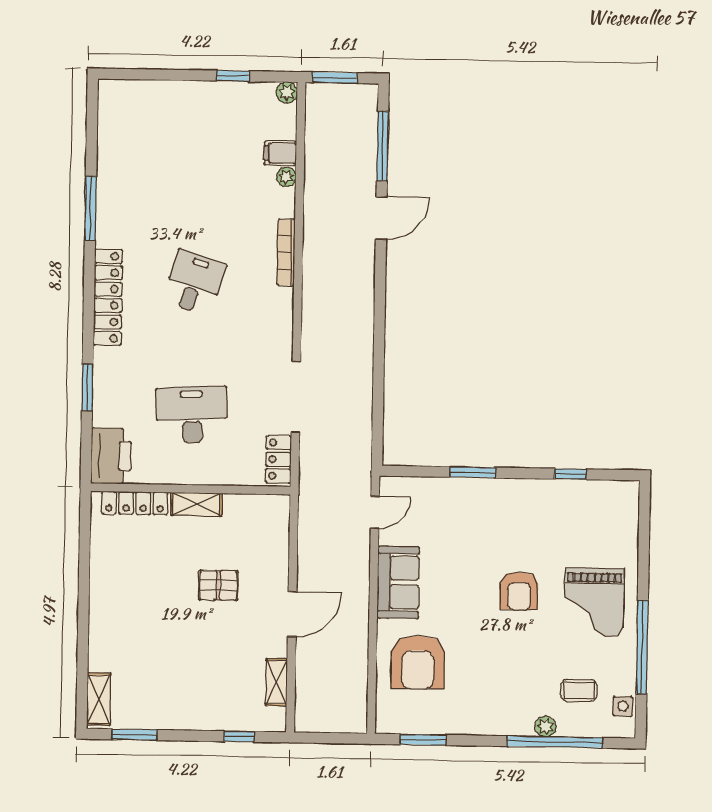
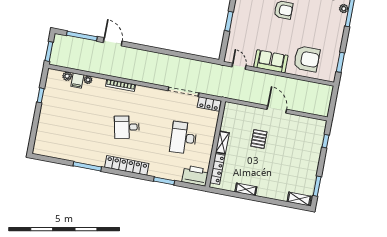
plant: (287, 92) -> (67, 76), moved
desk: (194, 283) -> (127, 127), turned -30
shelving: (277, 682) -> (246, 189), moved

